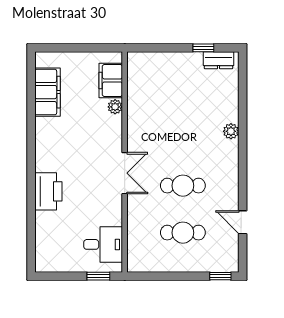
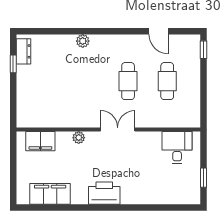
plant: (115, 107) -> (79, 138), moved
printer: (48, 191) -> (104, 193), moved
door: (243, 222) -> (159, 31), hinge flipped
window: (98, 276) -> (204, 178), moved

